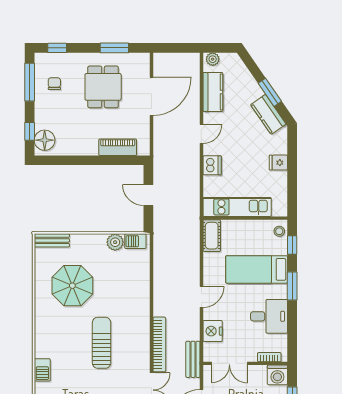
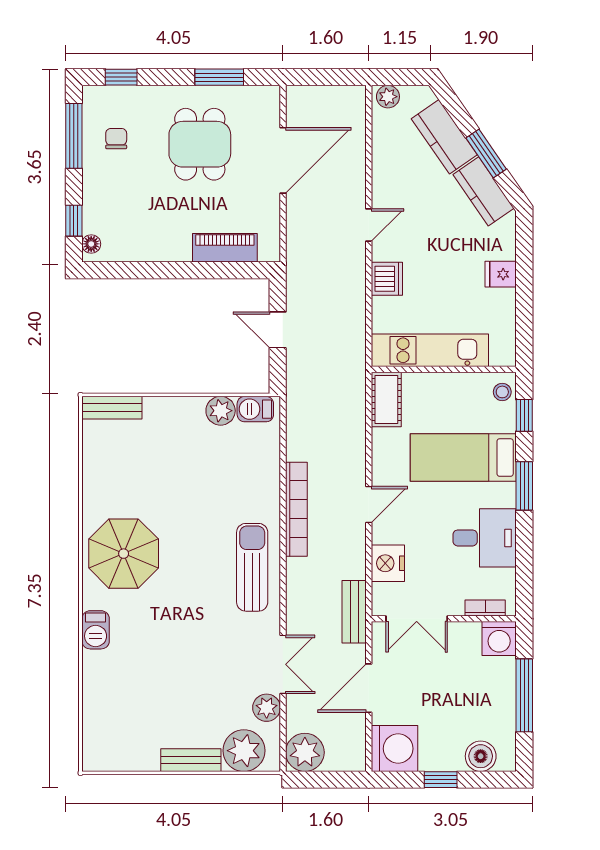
kitchen counter: (213, 92) -> (444, 137), moved, turned 145
floor lamp: (45, 140) -> (91, 244), width x0.53, depth x0.53
parasol: (72, 286) -> (124, 554), moved
sun lounger: (102, 343) -> (252, 567), moved
bookcase: (159, 344) -> (296, 509), moved

